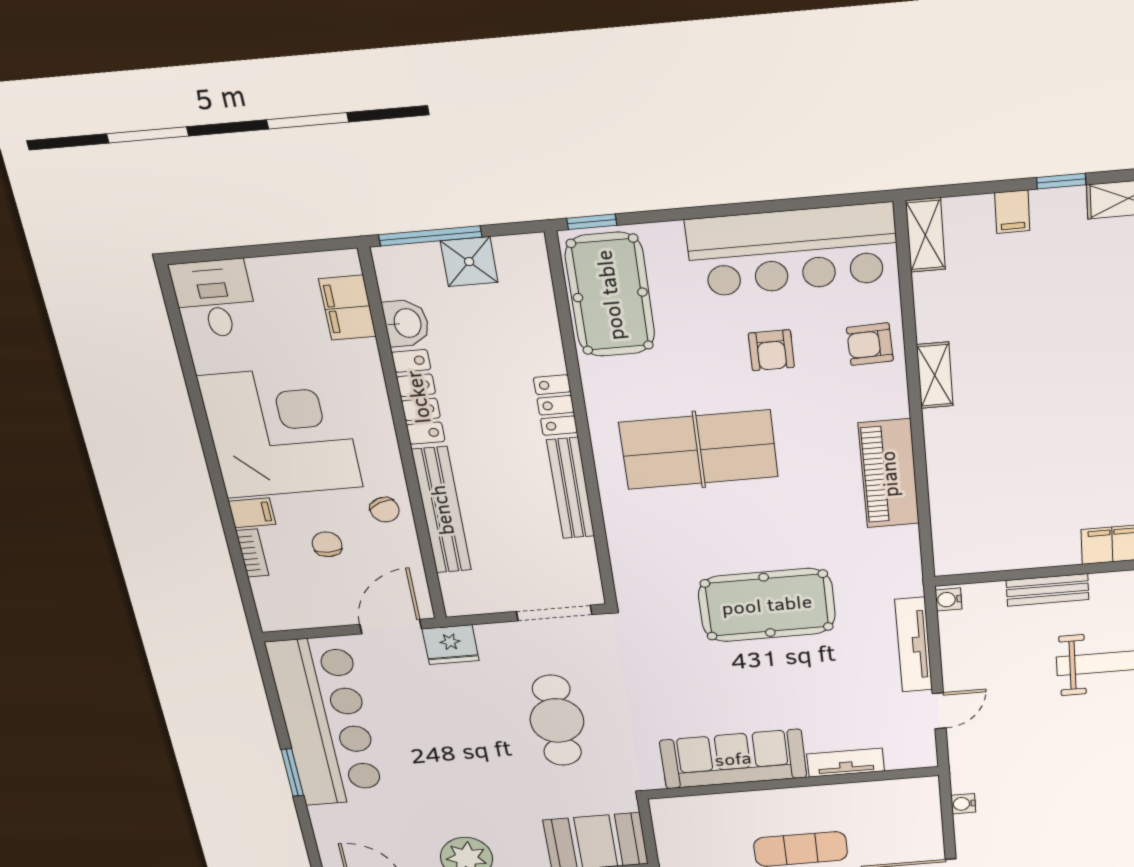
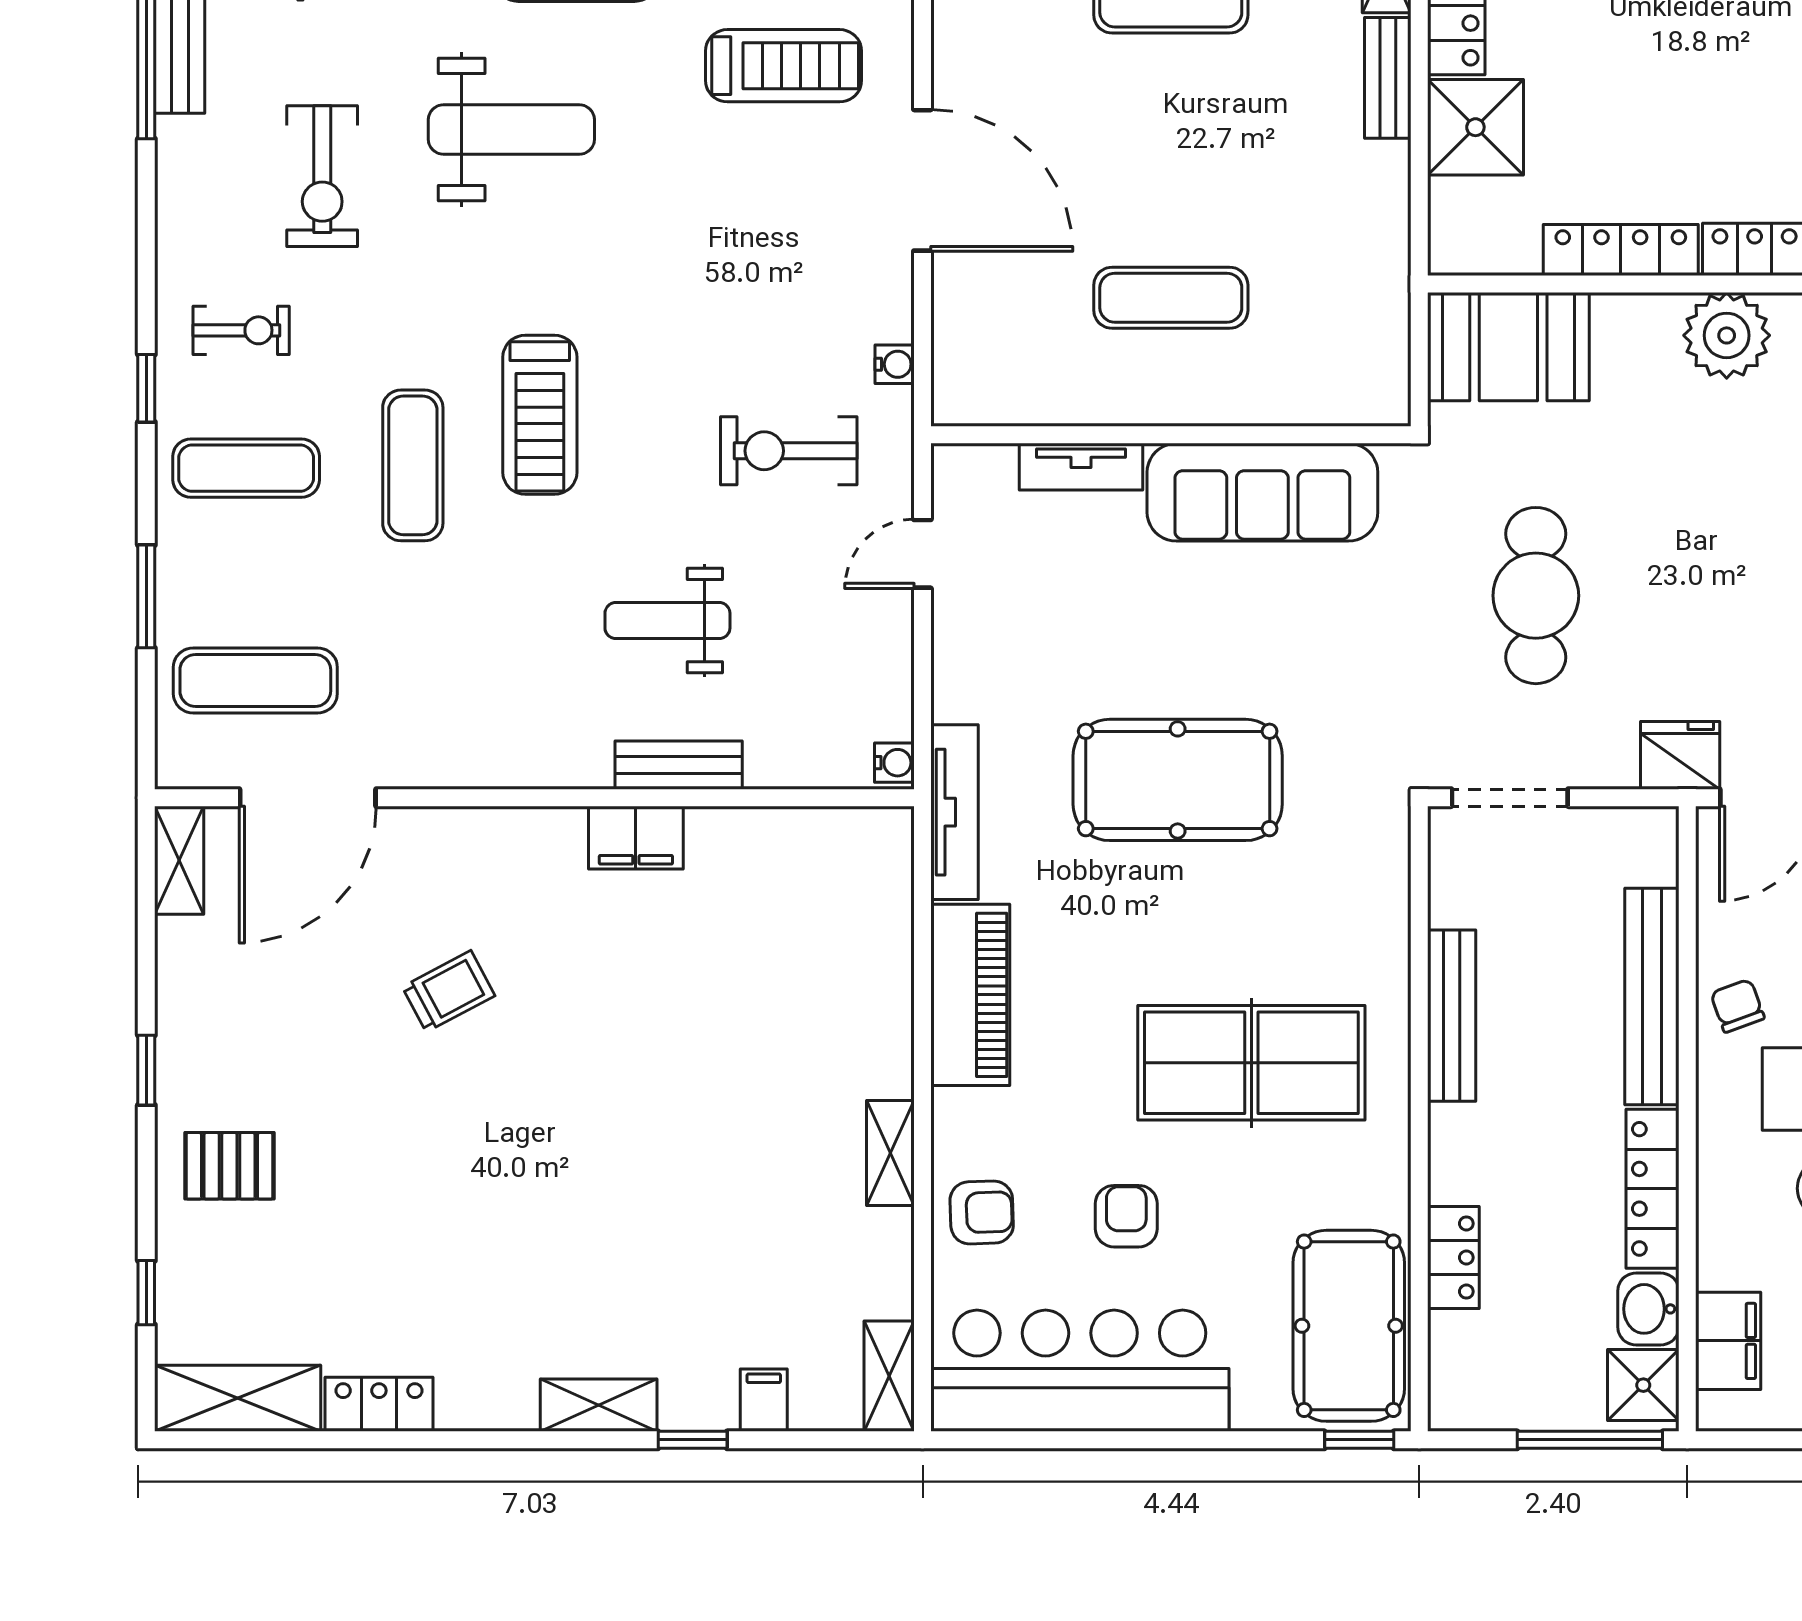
shower: (469, 262) -> (1643, 1385), moved
locker: (556, 405) -> (1453, 1258), moved
bench: (1048, 590) -> (679, 765), moved
tv unit: (914, 645) -> (954, 812), moved
exercise bike: (1025, 756) -> (789, 451), added

